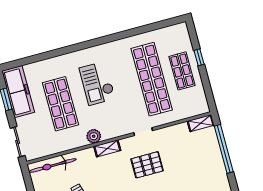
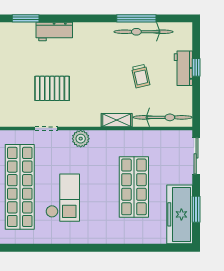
checkout: (97, 83) -> (63, 198), moved
plant: (94, 136) -> (81, 139), moved
shelving: (107, 148) -> (117, 120), moved

